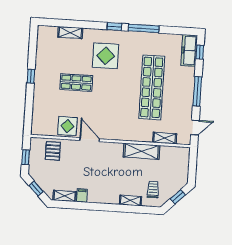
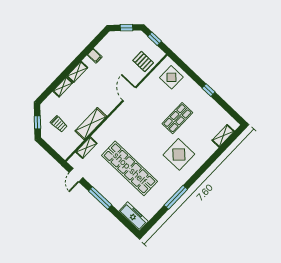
window: (114, 27) -> (194, 178), removed
shelving: (70, 33) -> (223, 136), moved
window: (200, 52) -> (126, 223), removed
display table: (67, 126) -> (171, 77), moved
door: (90, 140) -> (129, 94), swing flipped
trolley: (153, 189) -> (59, 124), moved
shelving: (65, 196) -> (77, 72), moved

